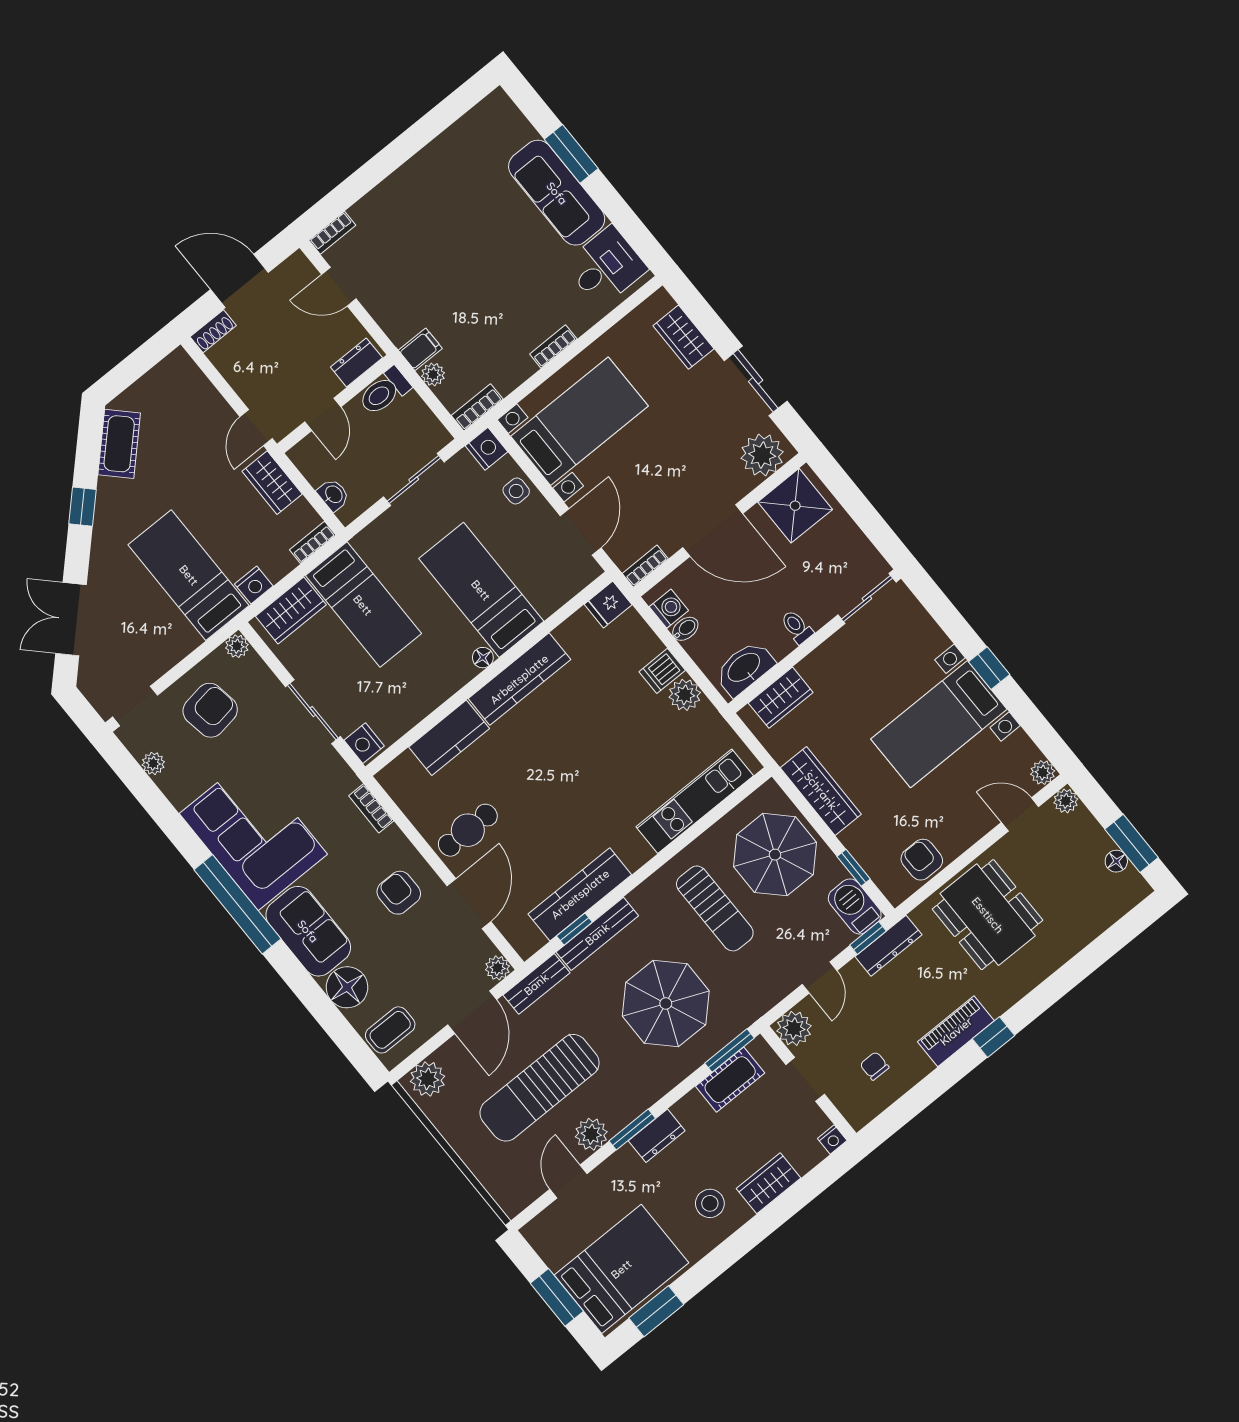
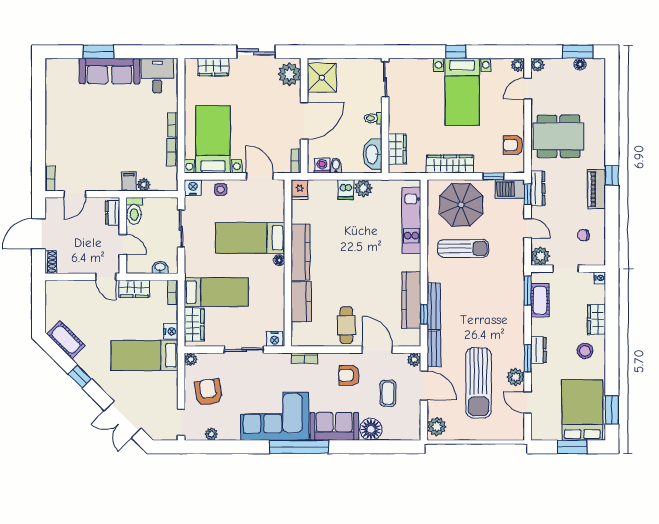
bookcase: (477, 407) -> (172, 152), moved
parasol: (666, 1004) -> (486, 301), removed
coffee table: (390, 1030) -> (388, 393), moved

